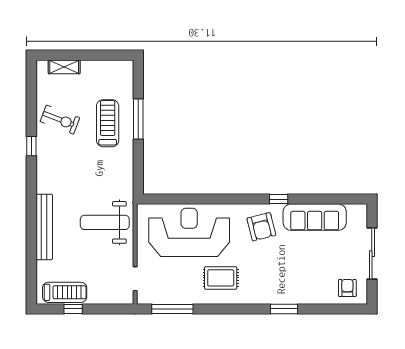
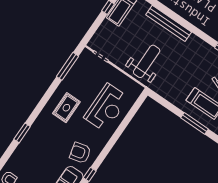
reception desk: (189, 232) -> (106, 108), width x0.74, depth x0.77

